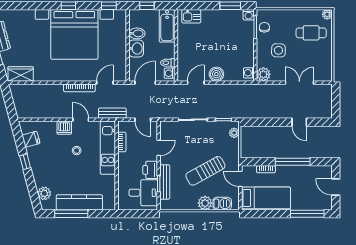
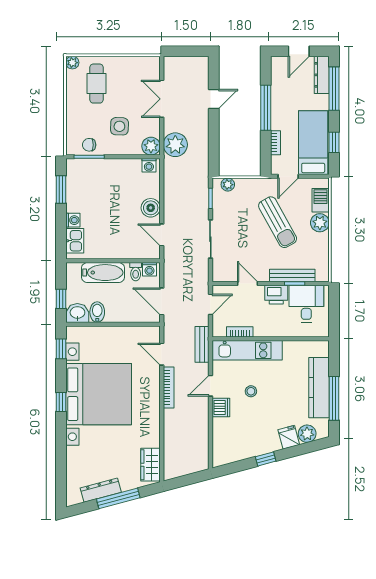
washing machine: (249, 15) -> (73, 220), moved
bathtub: (167, 26) -> (103, 273), moved
washbasin: (136, 48) -> (77, 313), moved
plant: (264, 93) -> (175, 145), added
fridge: (31, 139) -> (289, 437), moved
dresser: (318, 204) -> (322, 75), added
window: (266, 214) -> (334, 142), added

